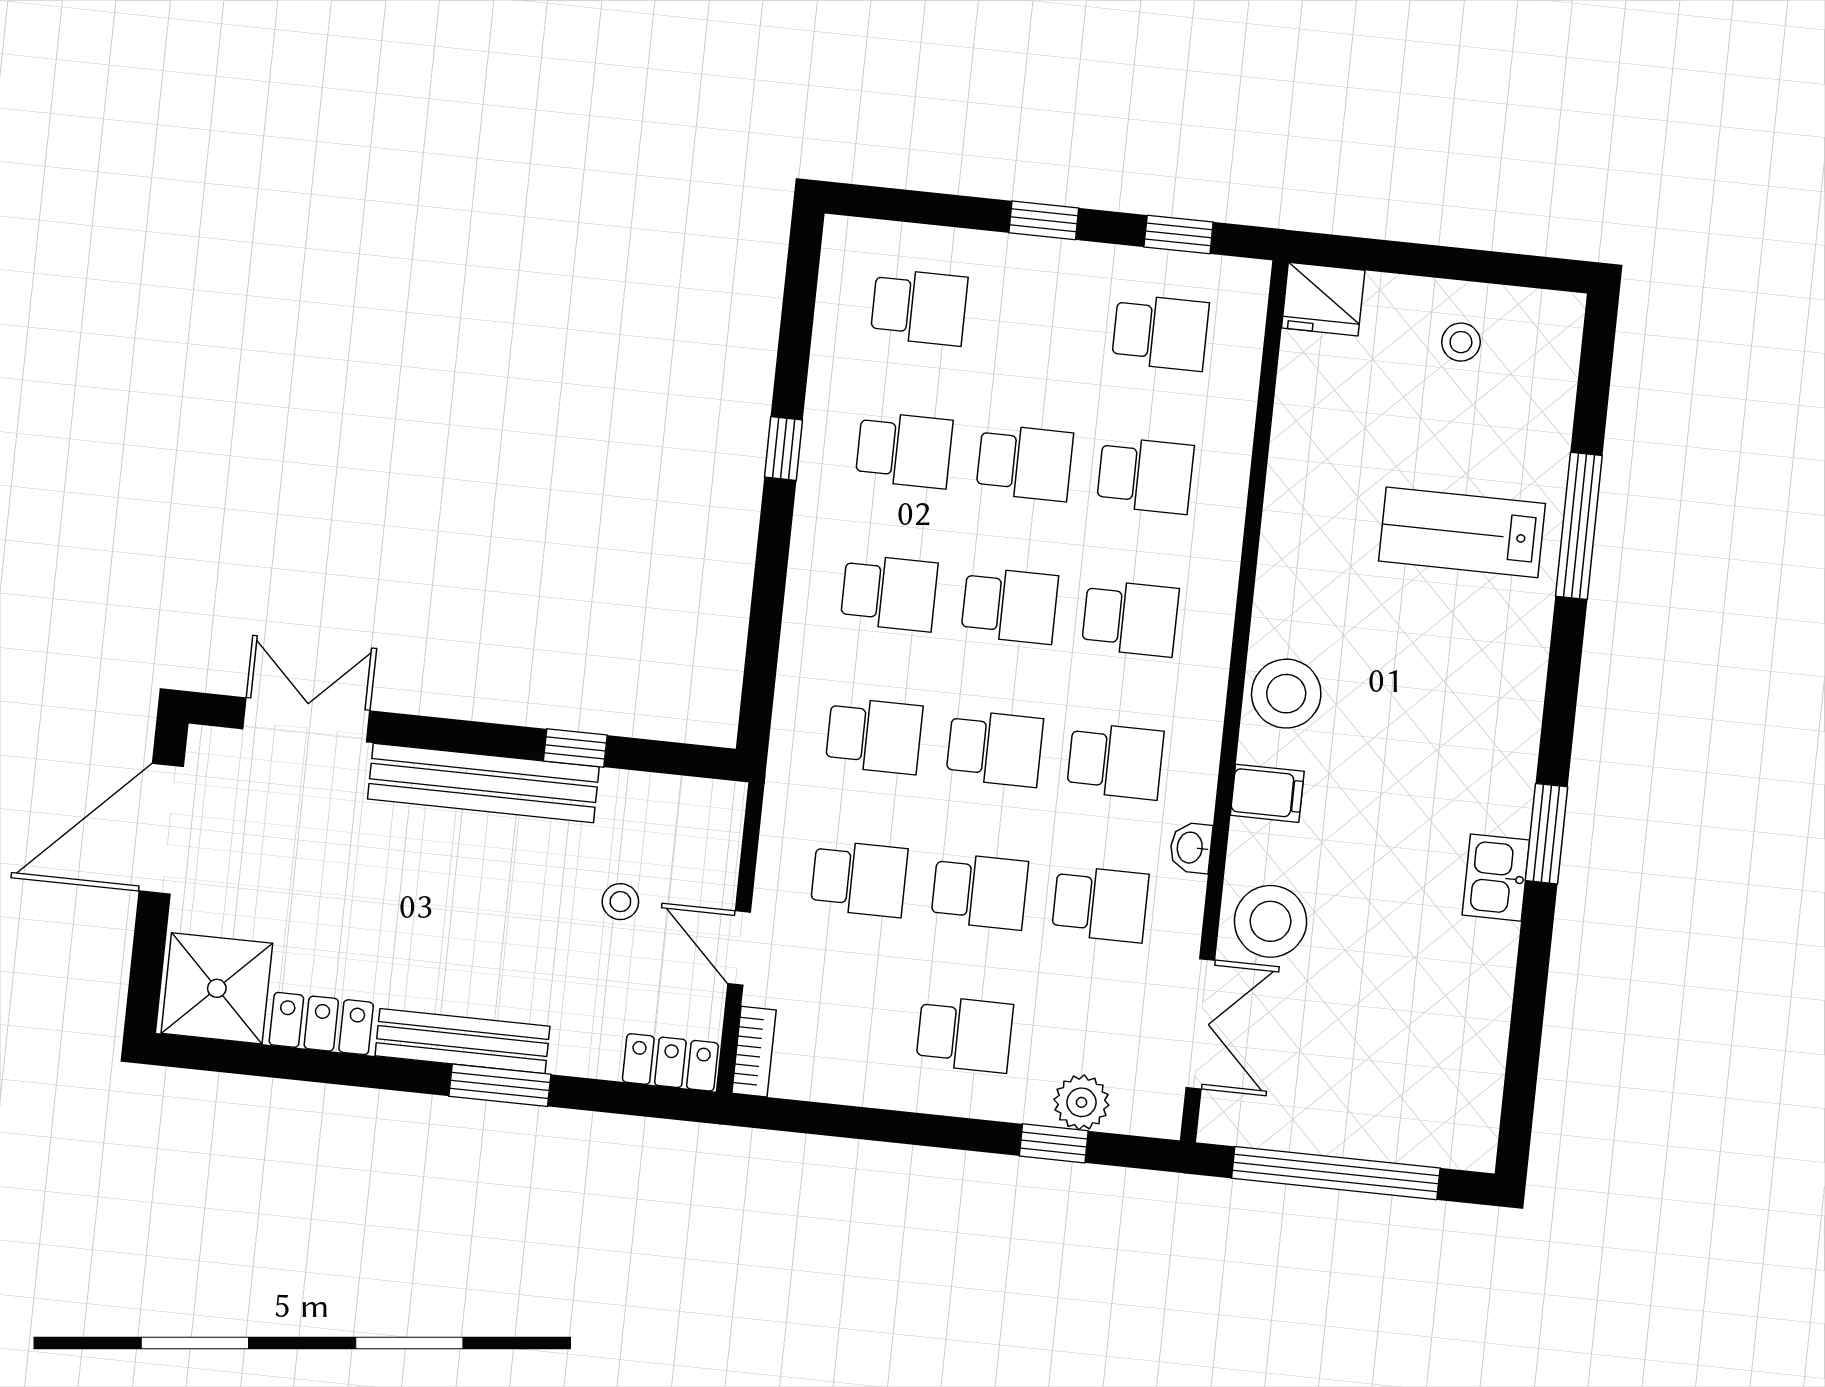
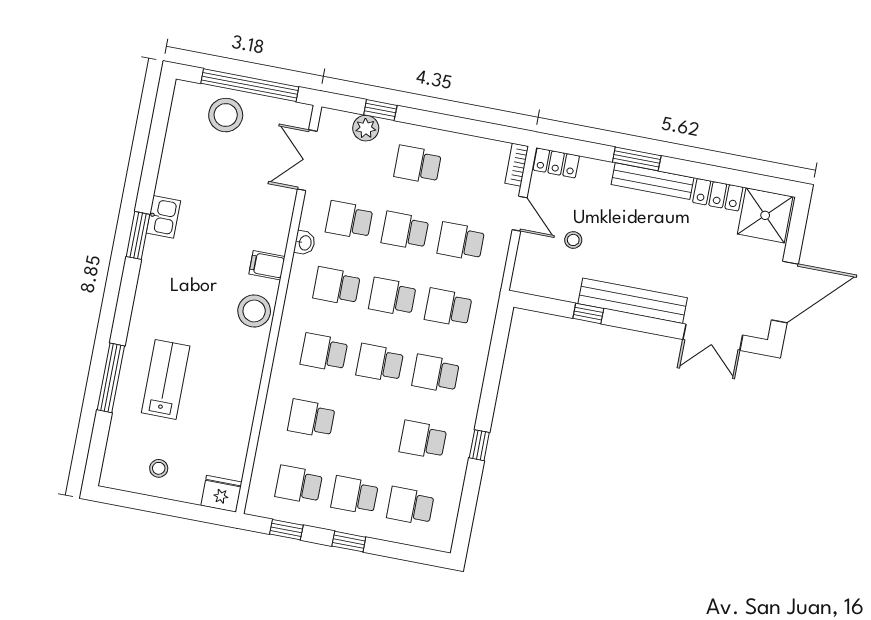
school desk: (1025, 463) -> (355, 495), moved
lab bench: (1462, 532) -> (166, 379), turned -90
stool: (1270, 921) -> (226, 115), moved

